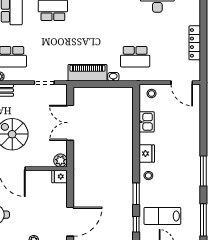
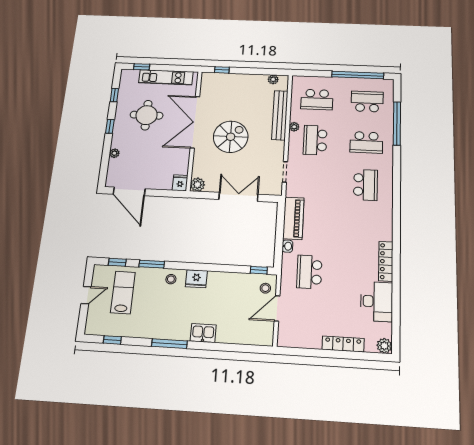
locker: (195, 43) -> (343, 344), moved
door: (182, 83) -> (277, 308), moved
window: (136, 100) -> (259, 270), added
kitchen sink: (147, 122) -> (203, 333), moved, turned 180
window: (203, 220) -> (112, 340), width x0.46

